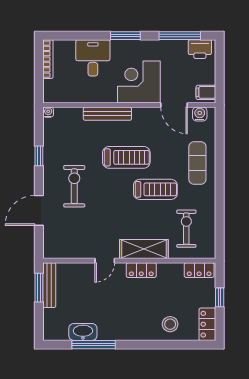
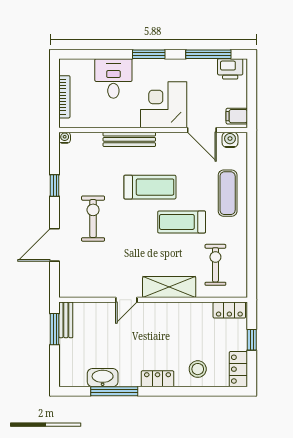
bookcase: (48, 59) -> (64, 97), moved
treadmill: (155, 189) -> (182, 222), turned 180
locker: (141, 270) -> (158, 379), moved, turned 180
bench: (49, 285) -> (66, 320), width x0.73

